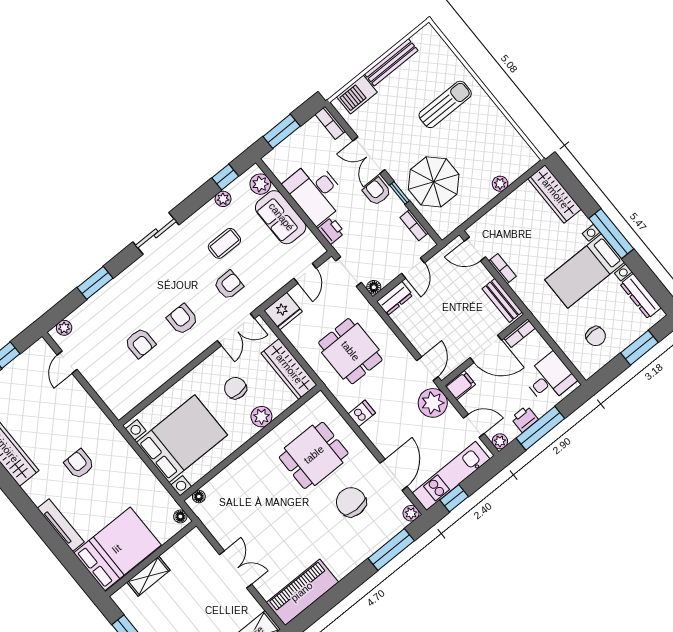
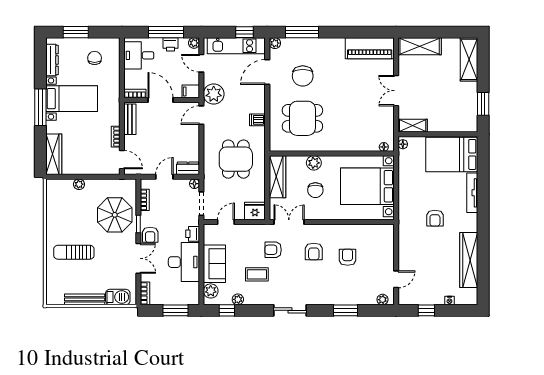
shelving: (148, 576) -> (413, 126), moved

